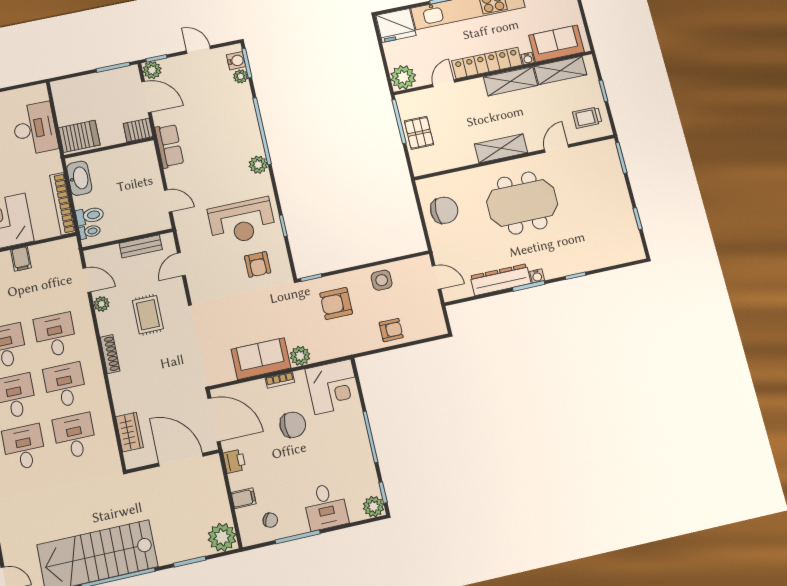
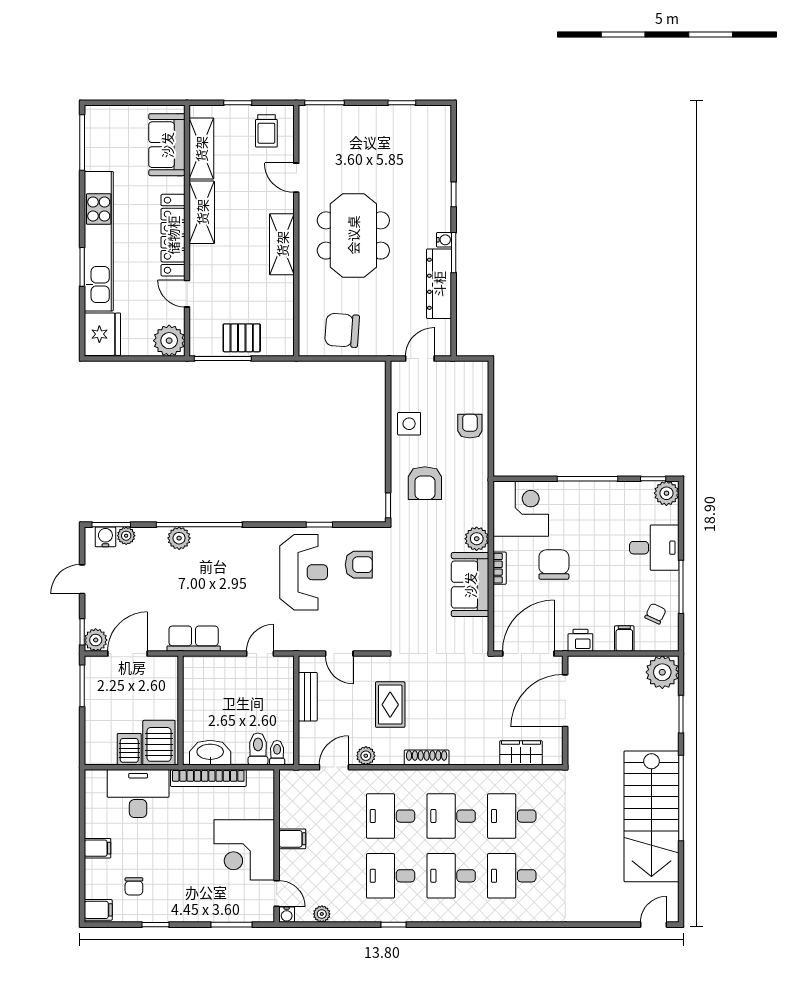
water cooler: (528, 58) -> (178, 184), removed
server rack: (138, 130) -> (129, 749), moved, turned 180
plant: (258, 165) -> (179, 538), moved
bookcase: (63, 204) -> (208, 778), moved
chair: (444, 210) -> (342, 330), turned -86
rug: (148, 315) -> (390, 705), turned 90

